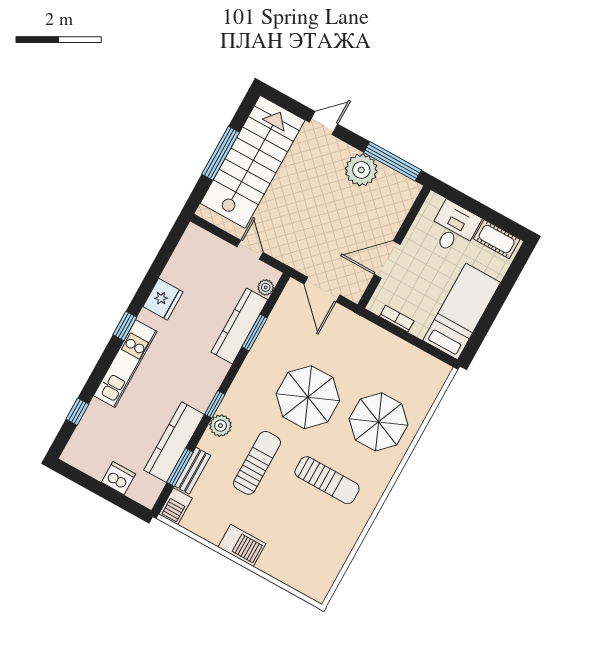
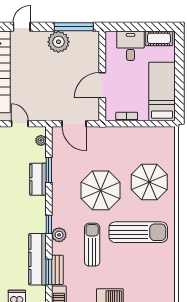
kitchen counter: (239, 326) -> (38, 179), width x0.67
sun lounger: (327, 480) -> (138, 232), width x1.36, depth x1.34

